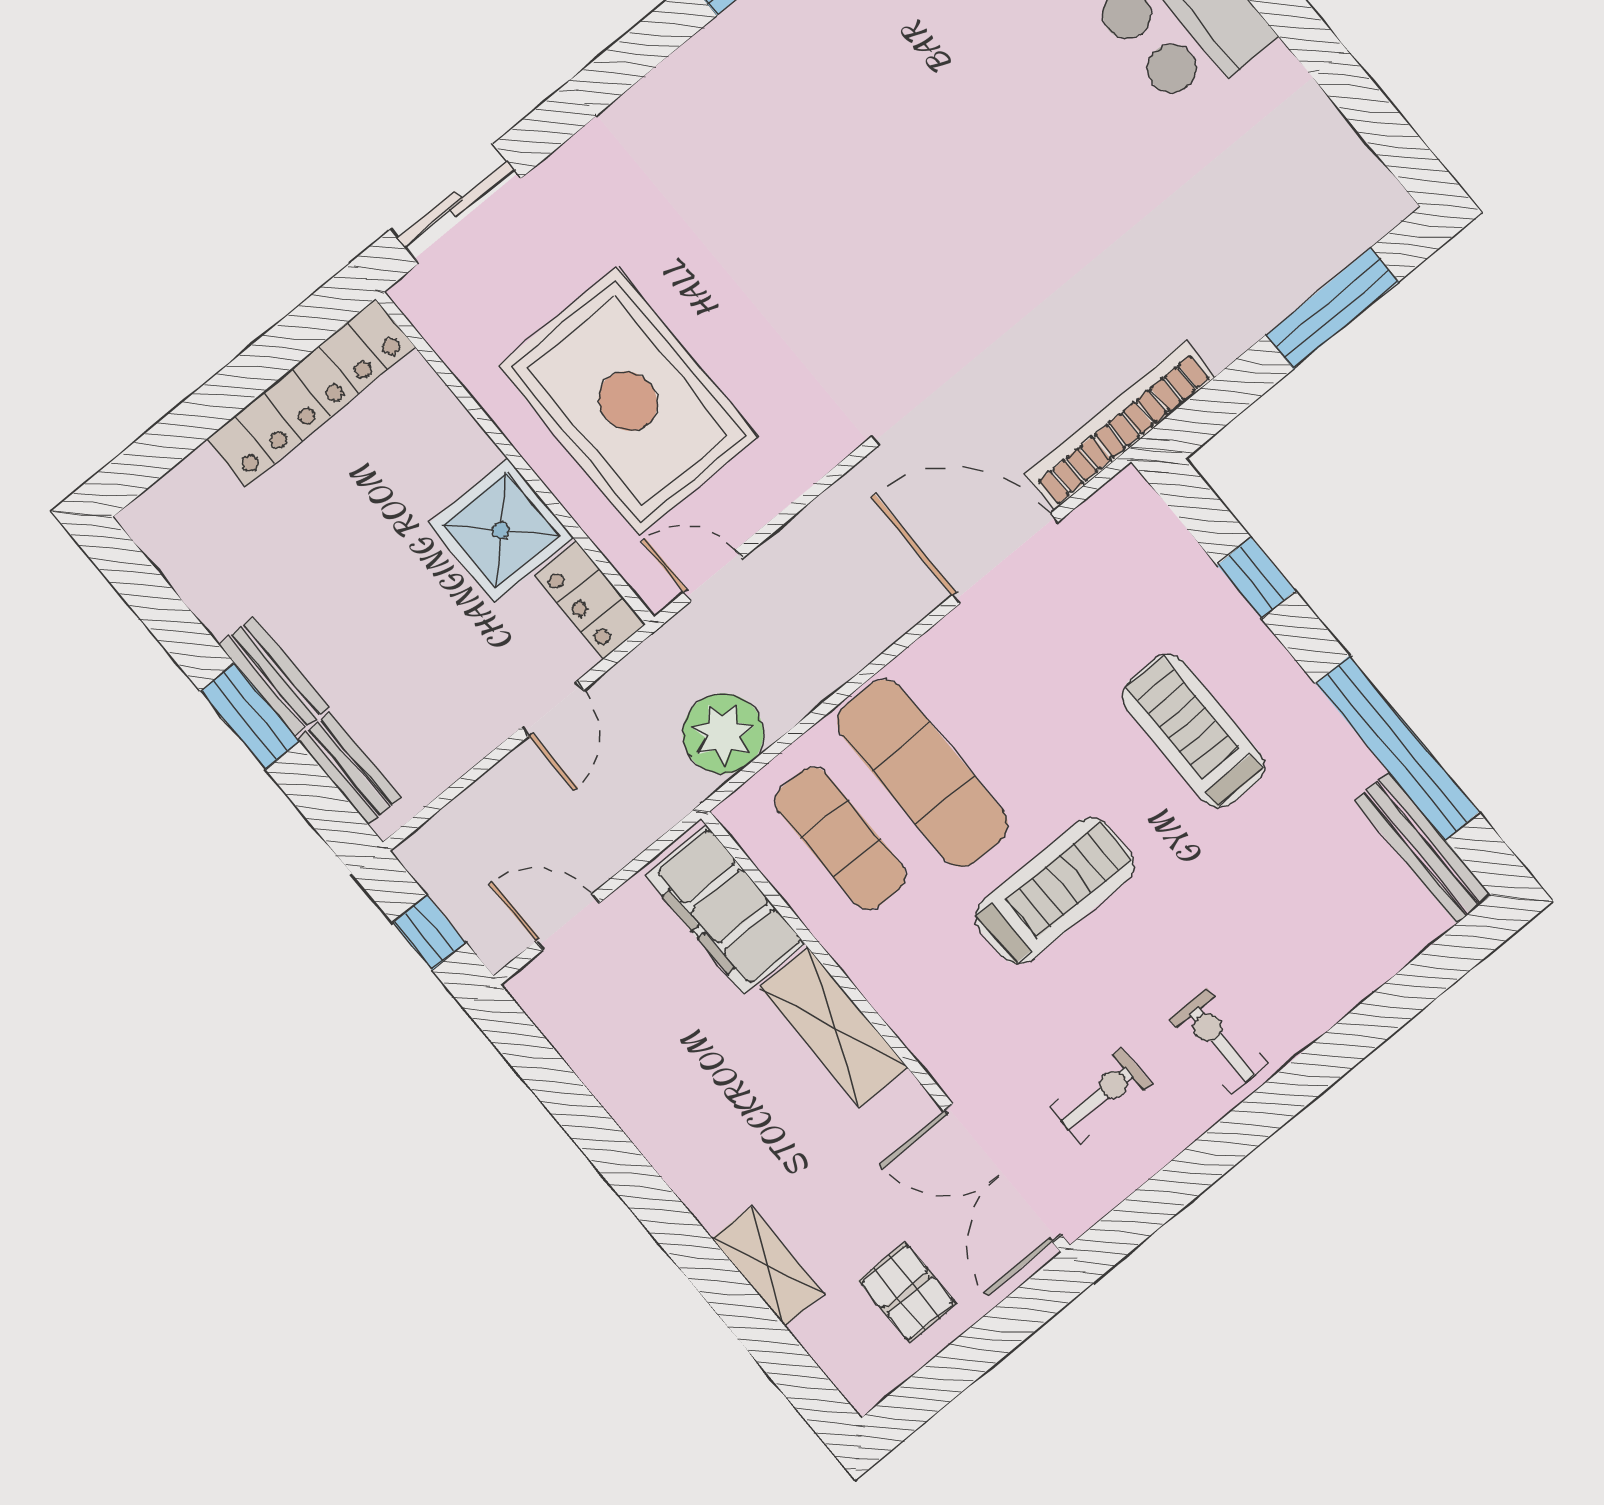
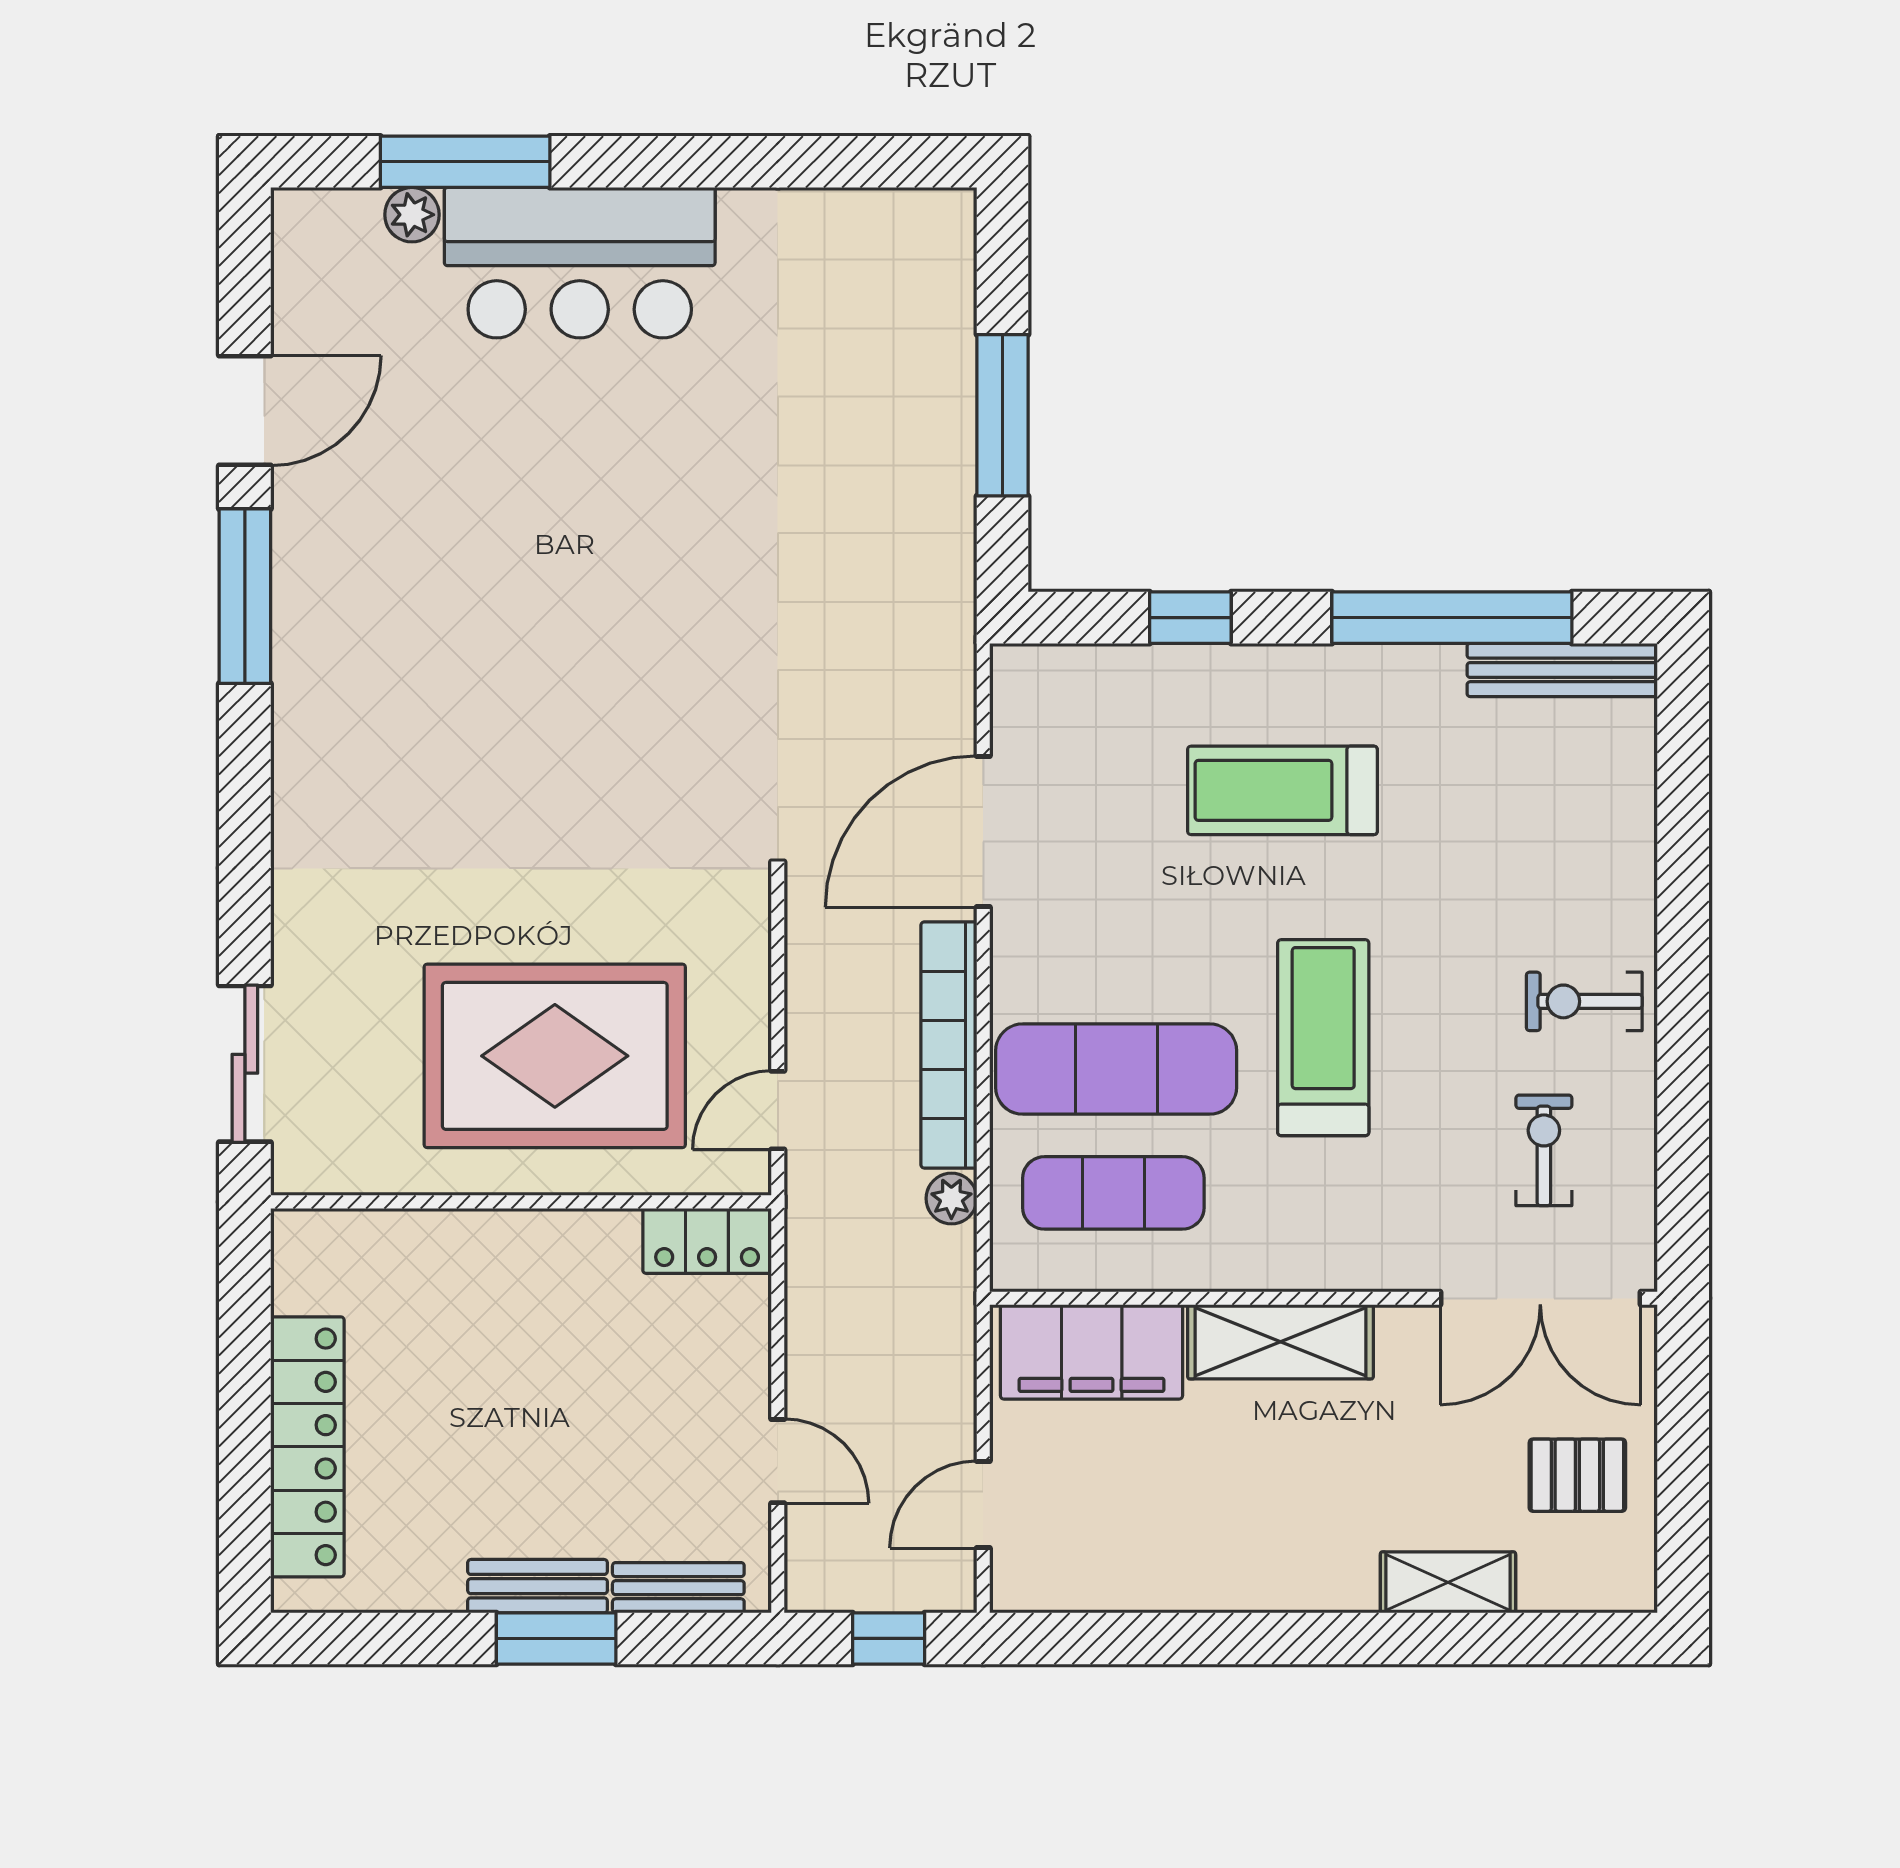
window: (1332, 308) -> (1003, 415), moved
locker: (311, 393) -> (307, 1447), moved
bookcase: (1120, 425) -> (949, 1045), moved
shower: (501, 531) -> (577, 1269), removed
door: (552, 709) -> (778, 1461), moved
plant: (723, 734) -> (951, 1198), width x0.53, depth x0.53

